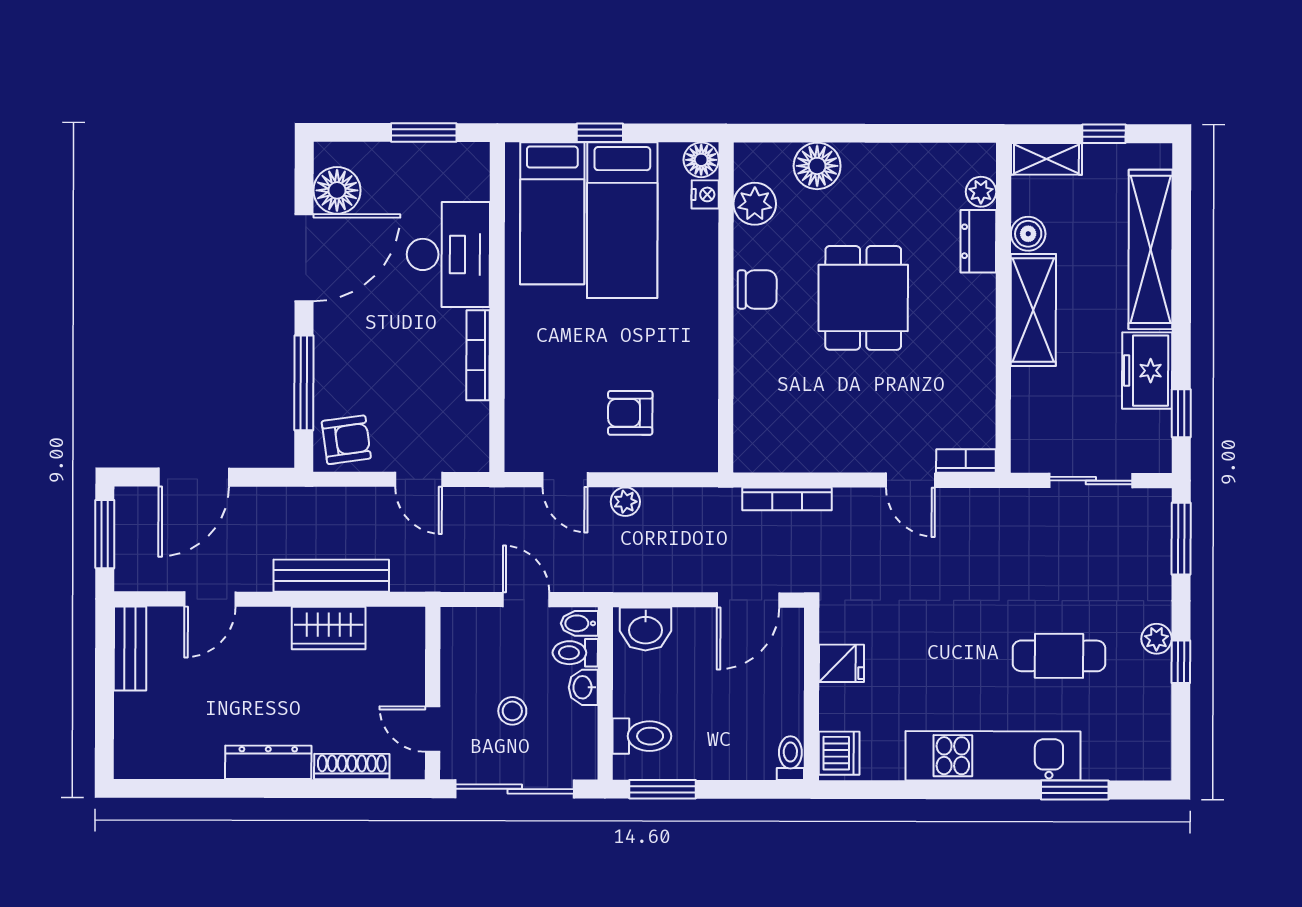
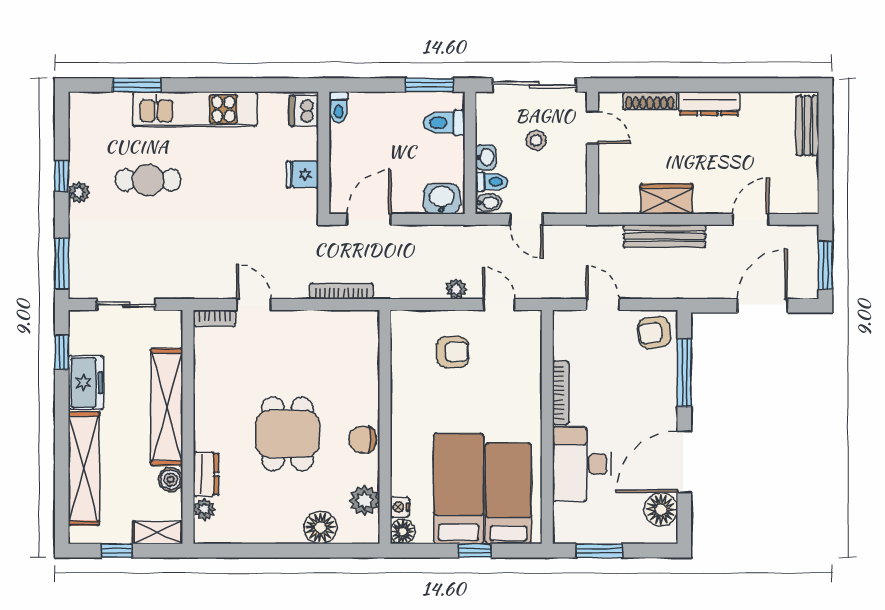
shelving: (1033, 310) -> (167, 407), width x1.47
bench: (130, 648) -> (807, 126), moved

